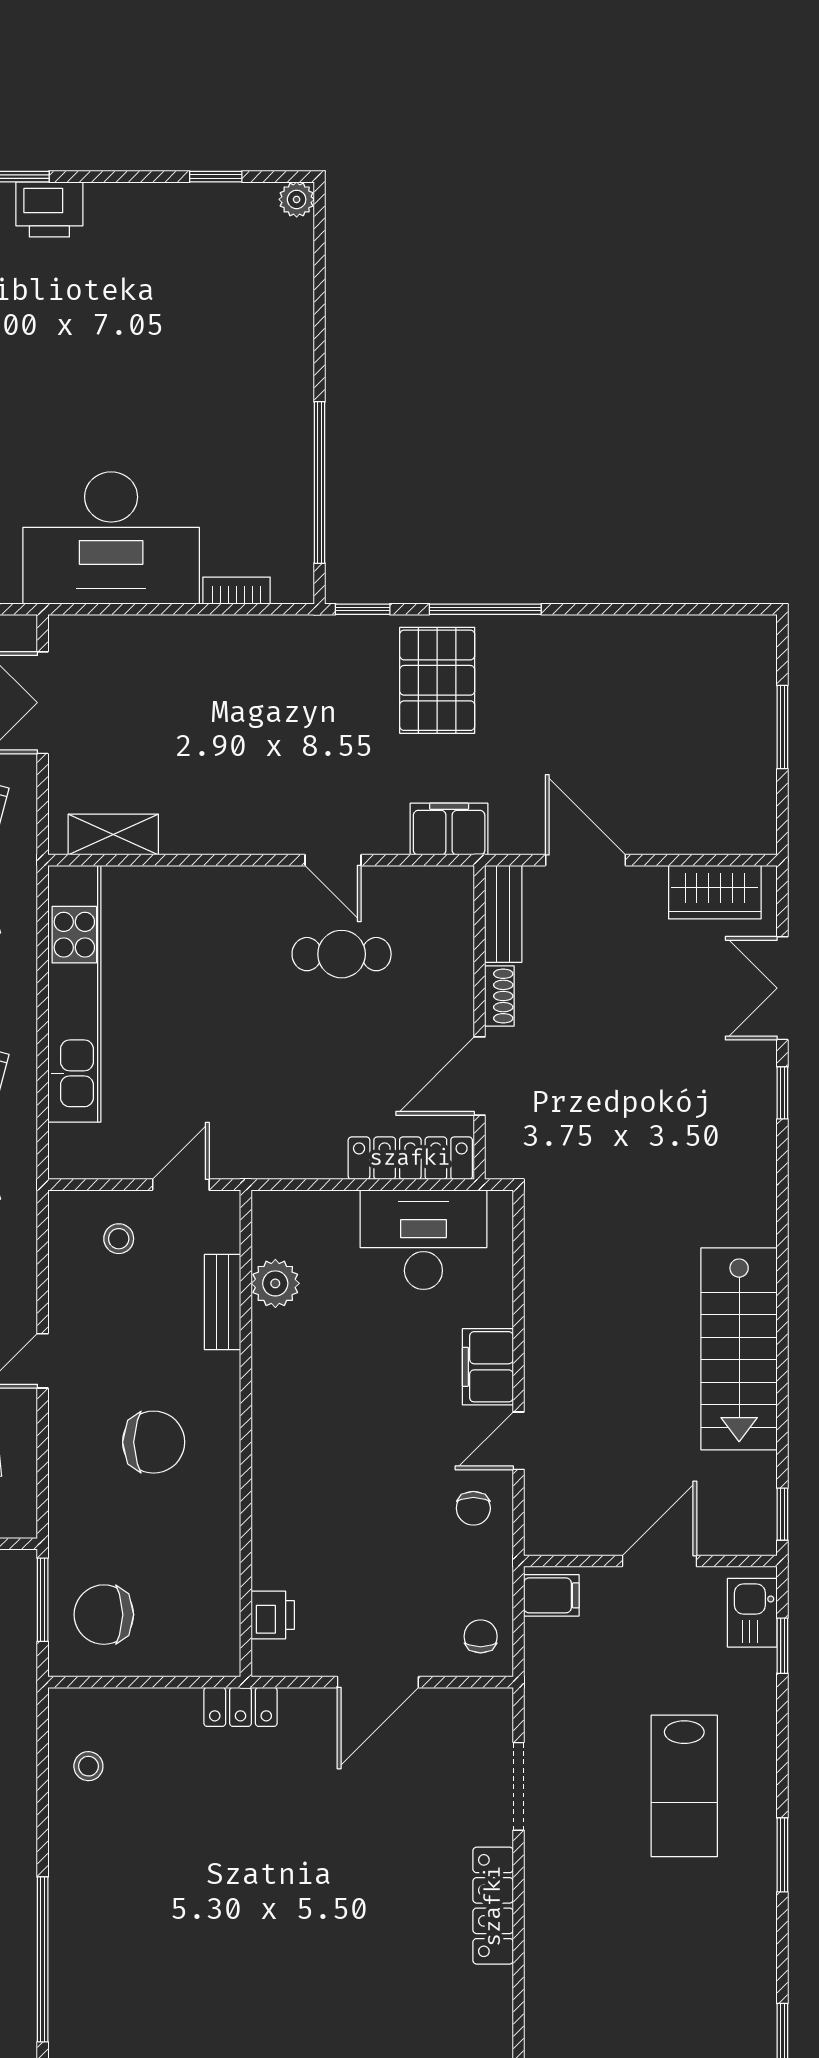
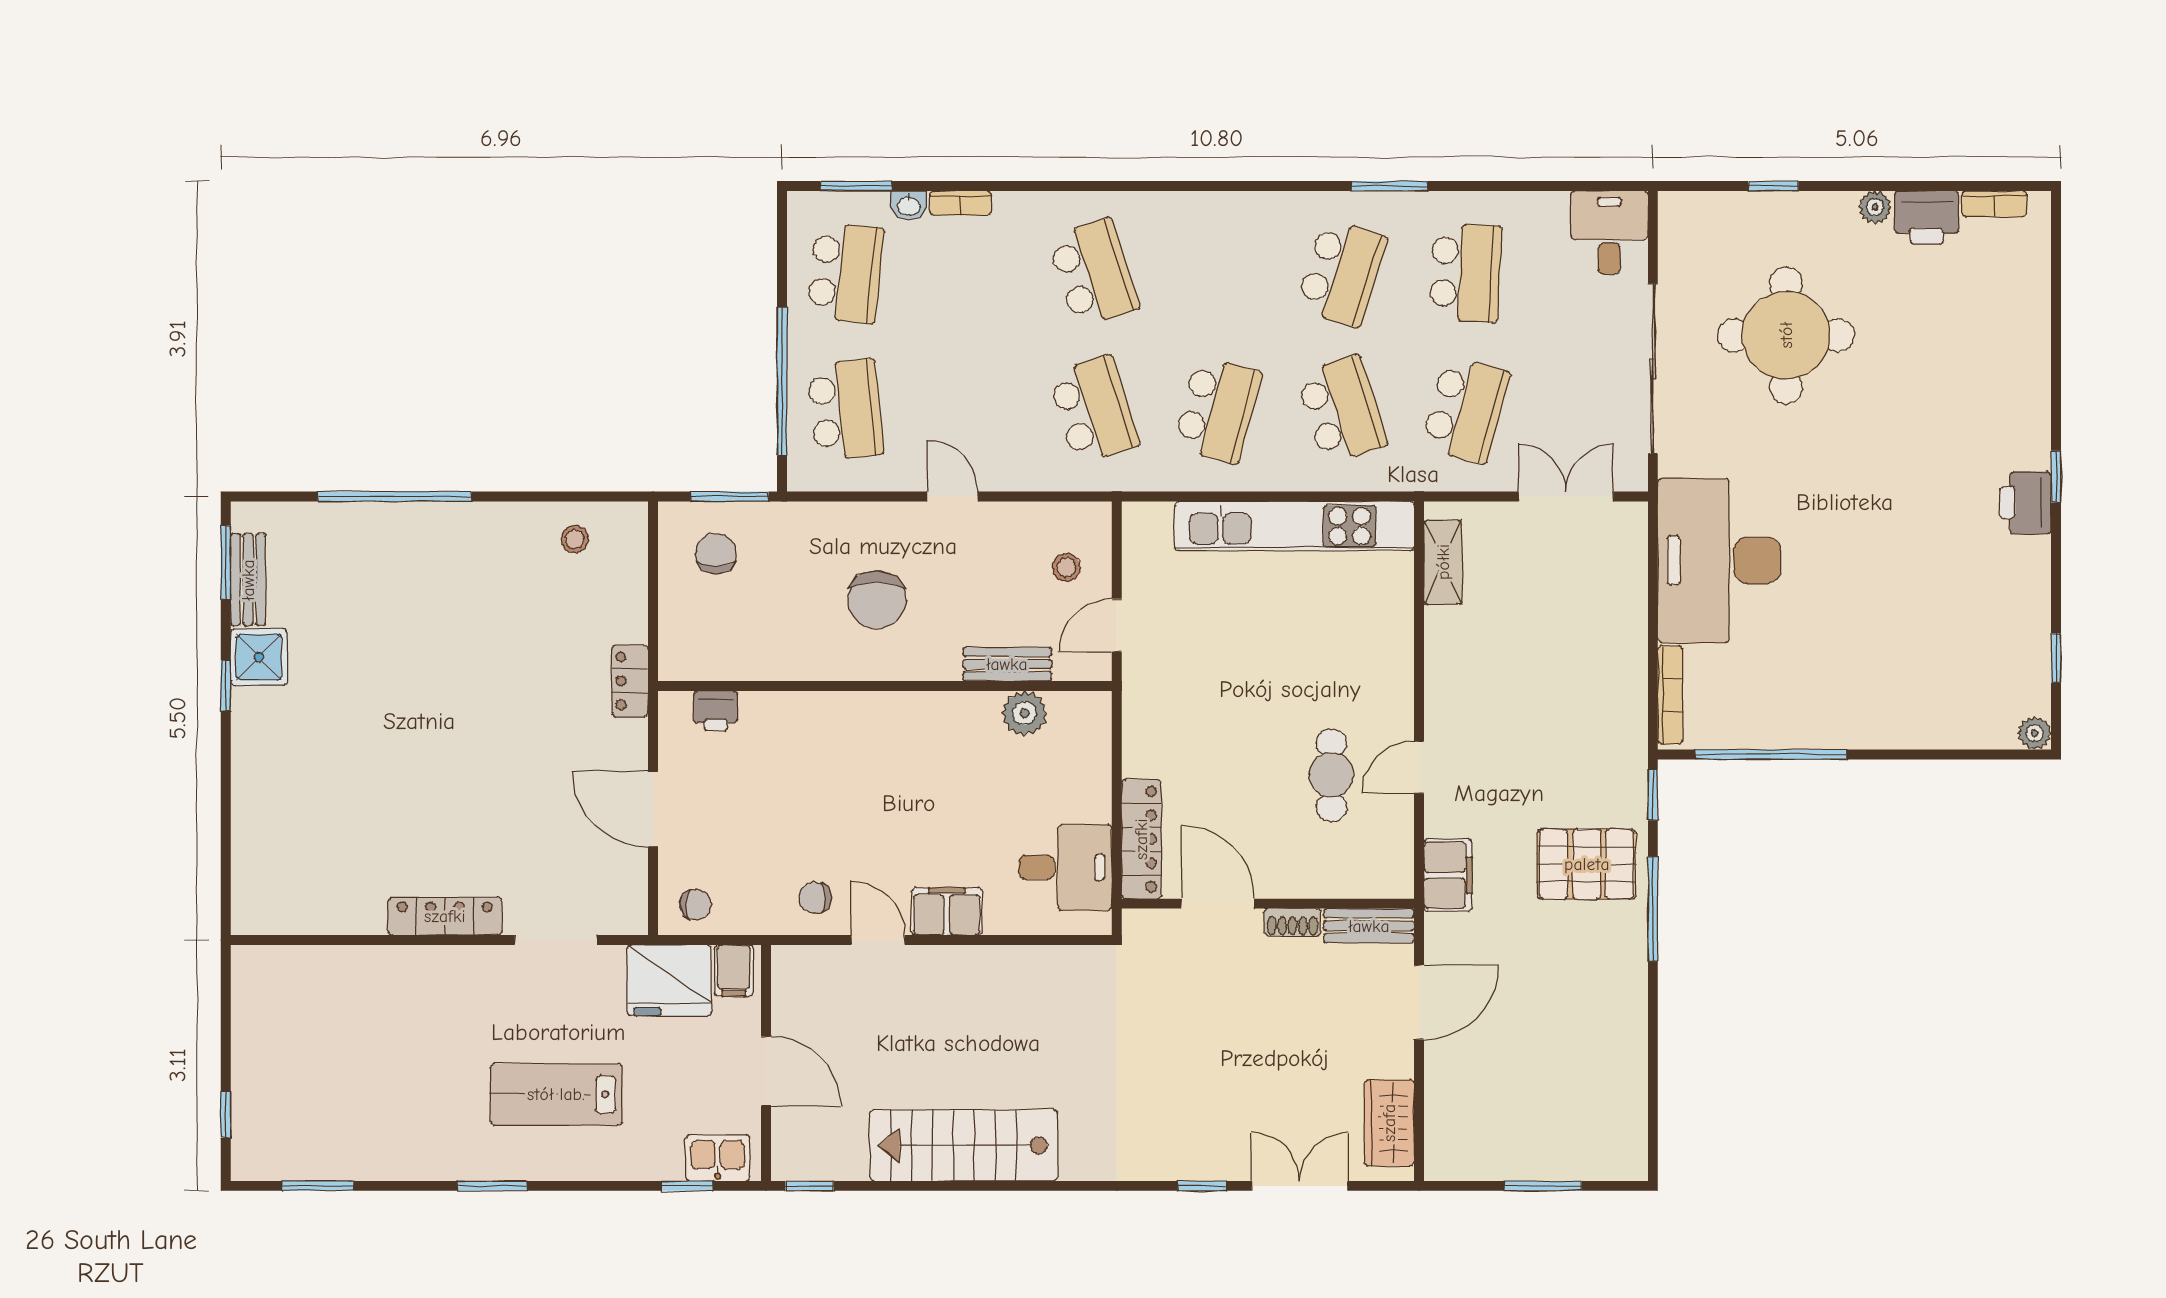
bookcase: (237, 591) -> (1670, 695), width x1.56
door: (181, 1185) -> (1117, 625), swing flipped
desk: (423, 1240) -> (1065, 867), width x0.73
chair: (104, 1615) -> (716, 554), width x0.73, depth x0.73
fridge: (562, 1665) -> (669, 980), added

